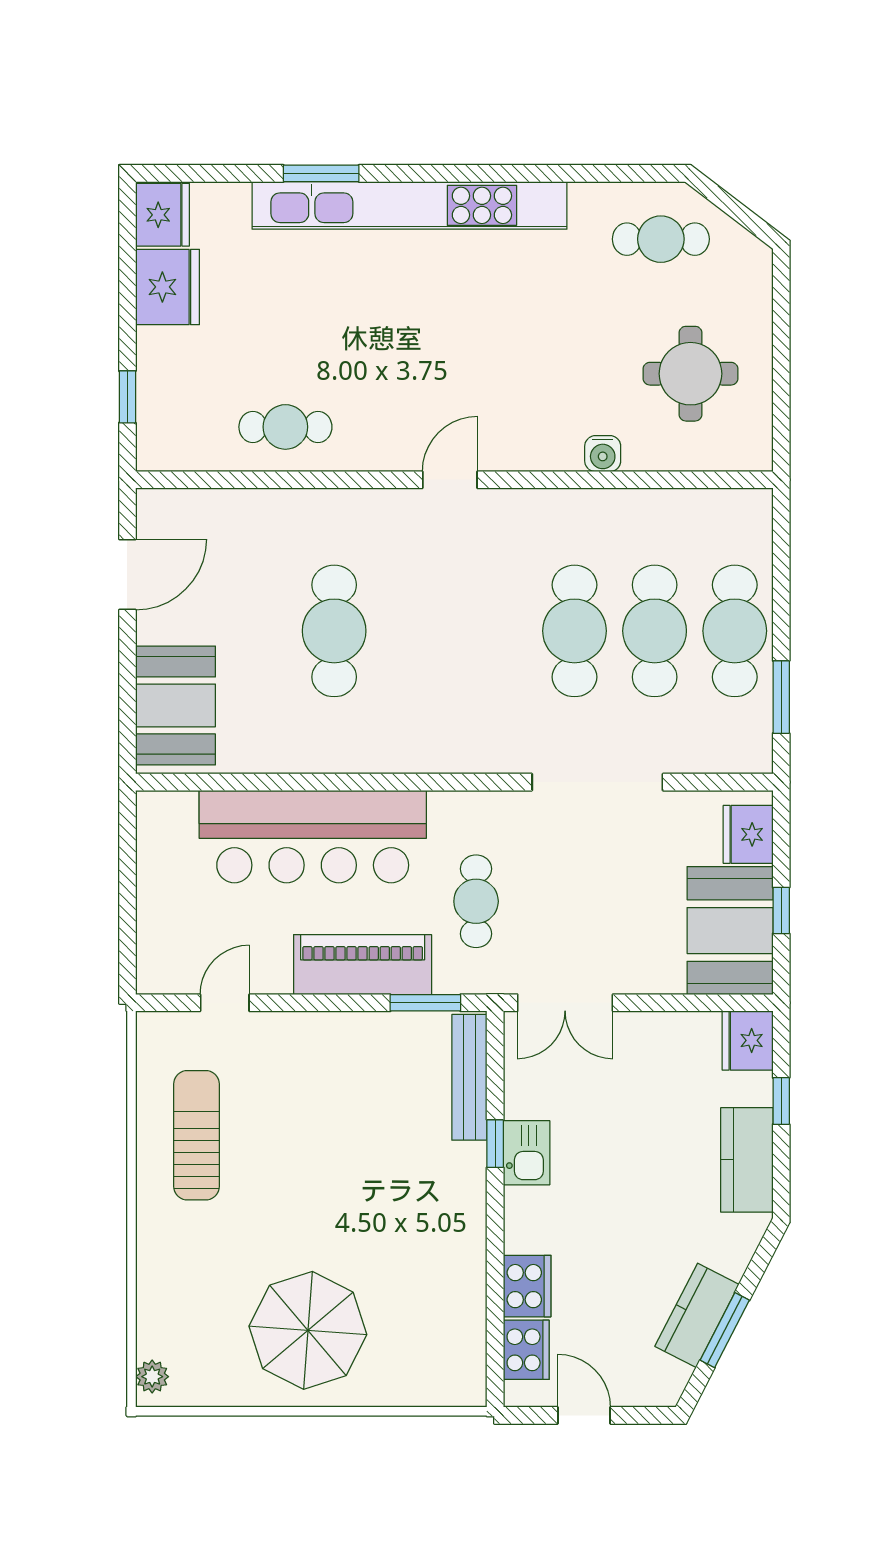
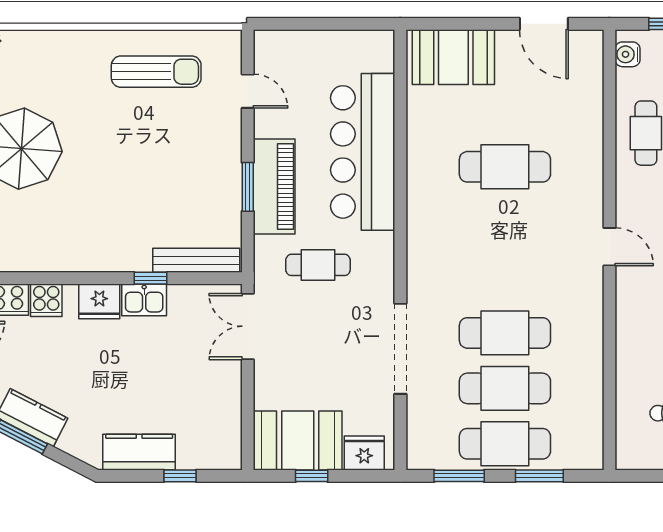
water cooler: (603, 454) -> (627, 54), moved
window: (781, 581) -> (539, 476), added
window: (425, 1003) -> (248, 187), moved
fridge: (748, 1040) -> (99, 301), moved, turned 180
cooker: (527, 1286) -> (46, 300), width x0.73

